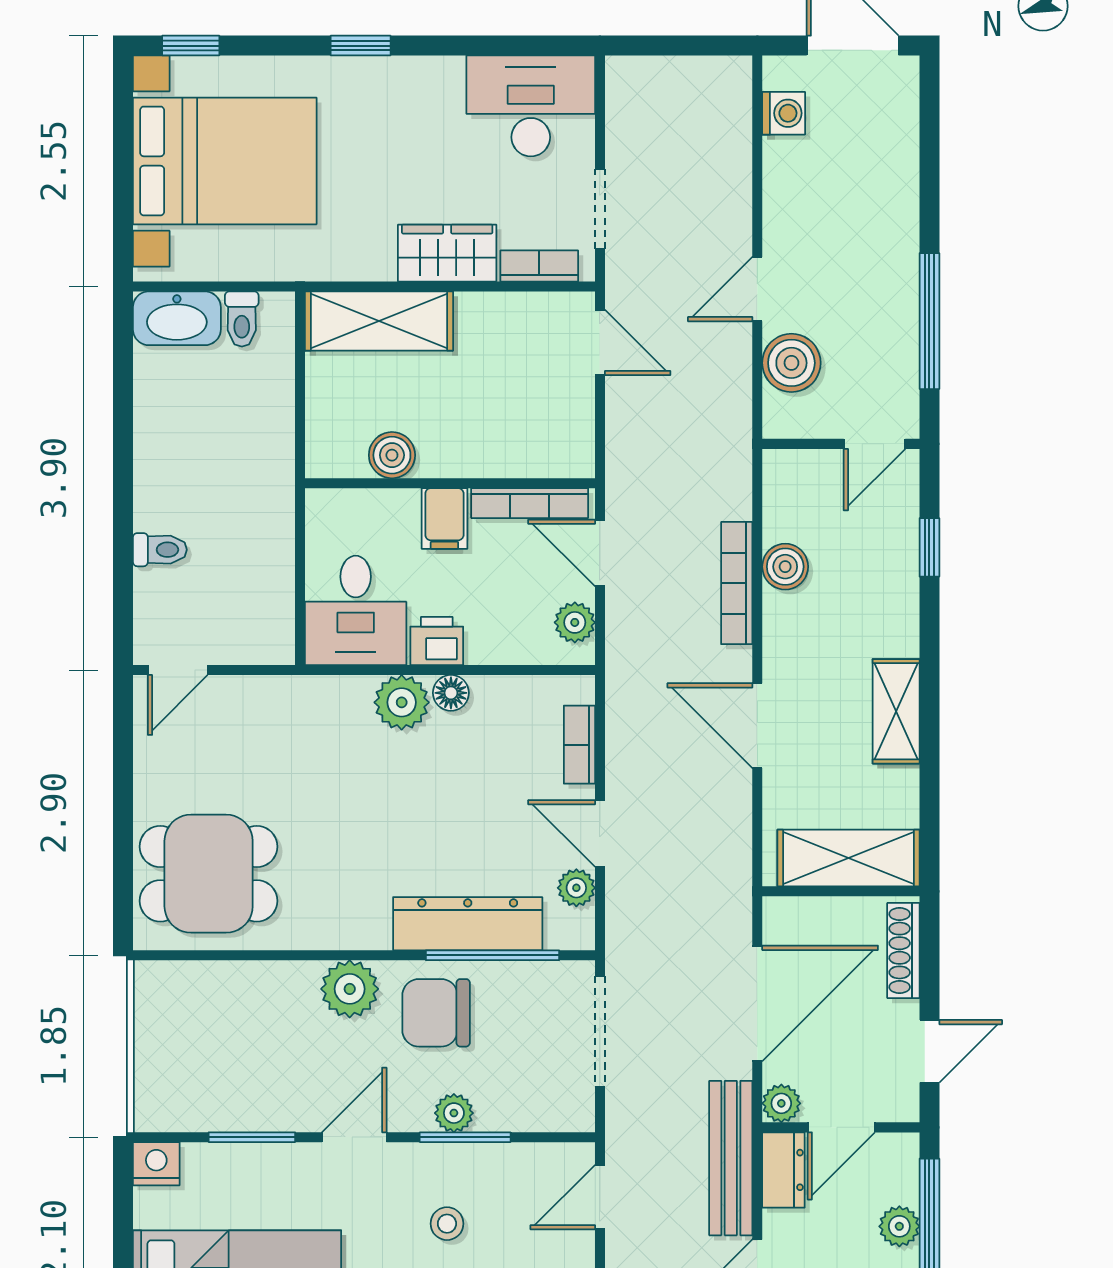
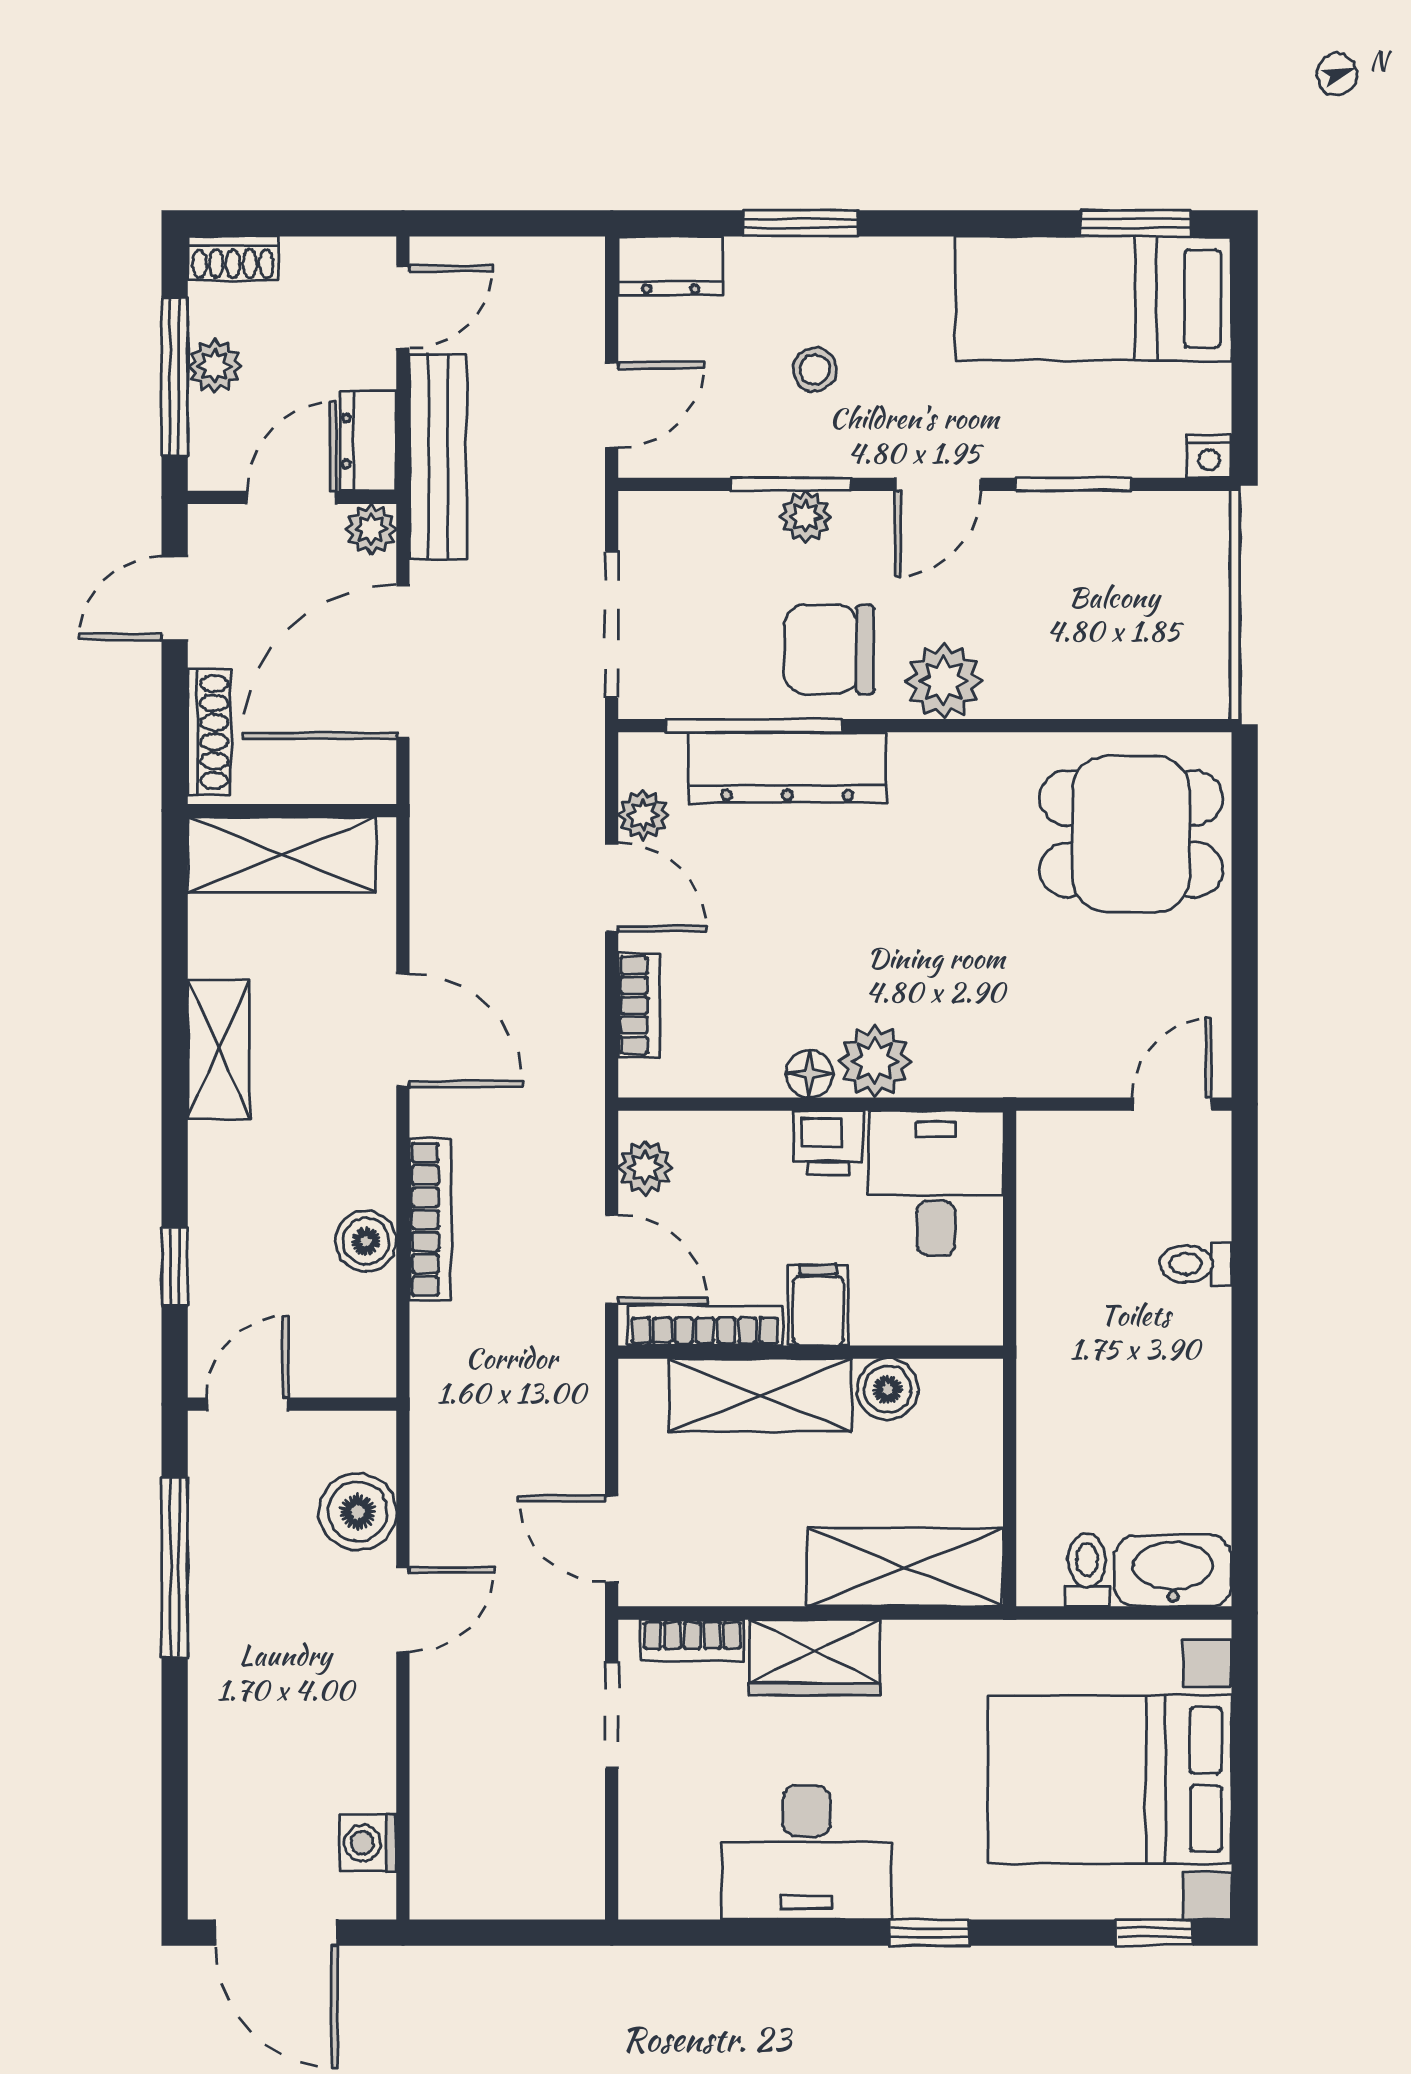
desk: (531, 106) -> (806, 1853), moved
shelving: (488, 451) -> (760, 1395), added
chair: (436, 1013) -> (829, 649), turned 180
nightstand: (156, 1164) -> (1209, 457), width x0.72, depth x0.74

